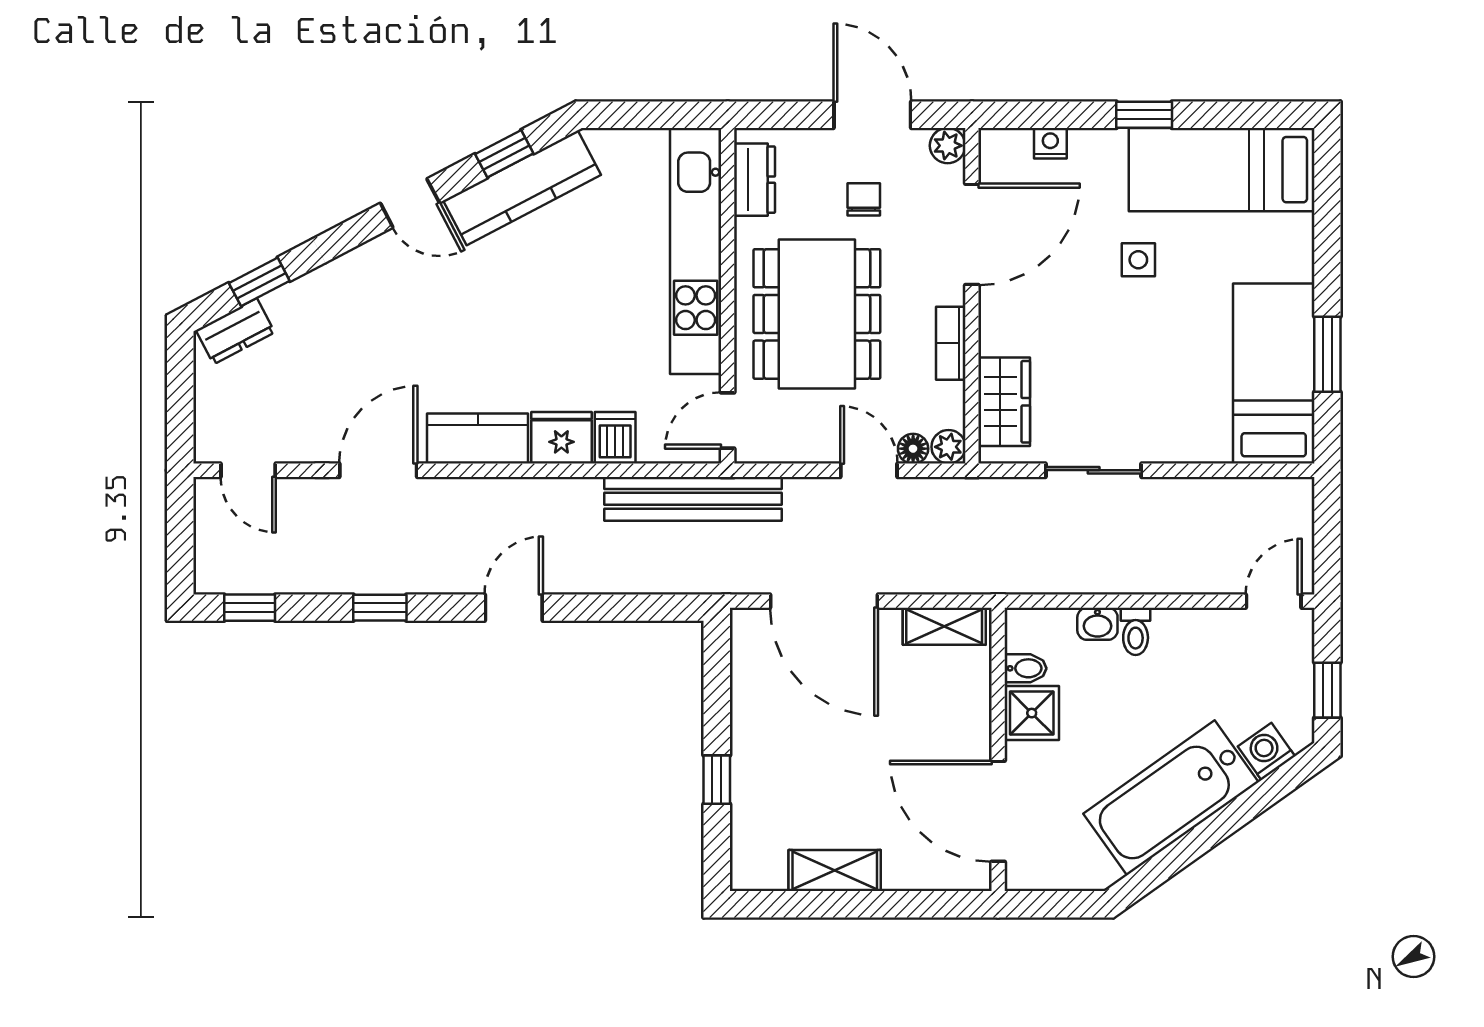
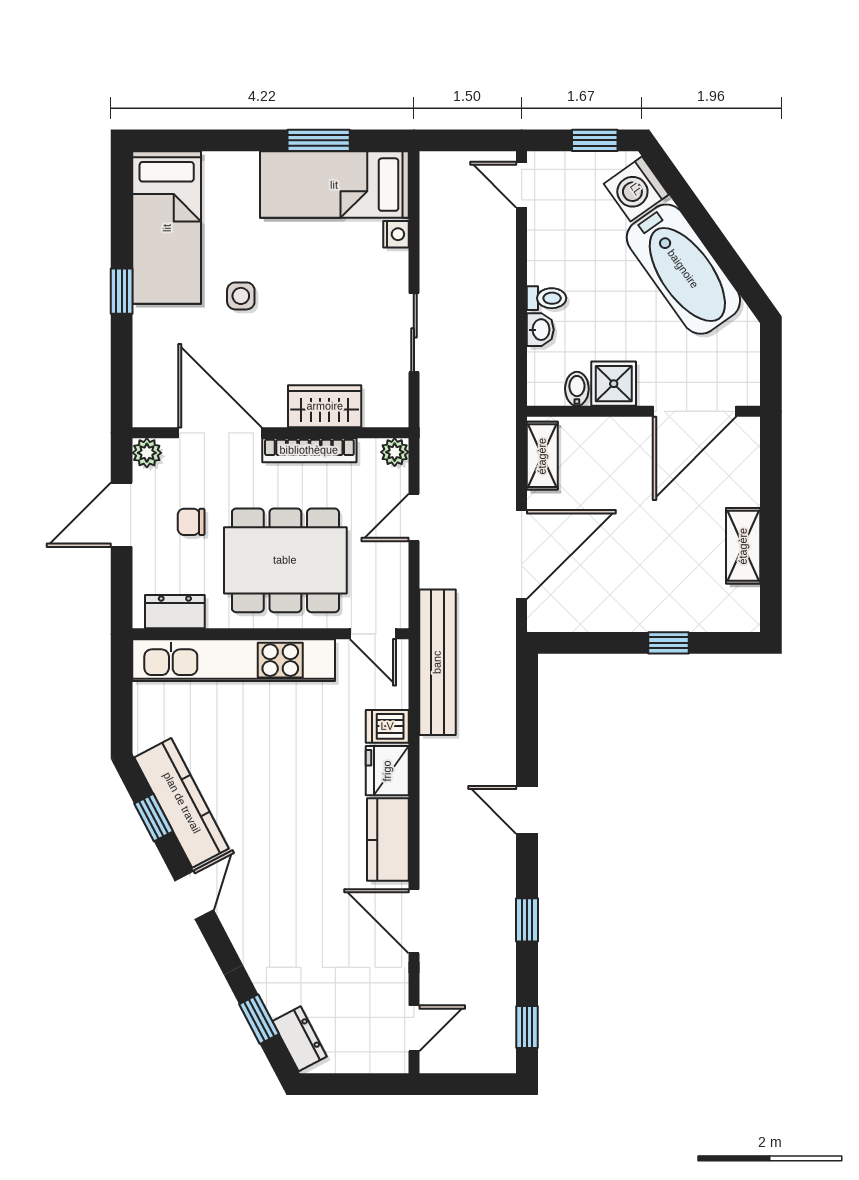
nightstand: (1050, 143) -> (396, 234), moved, turned 180
bookcase: (951, 343) -> (309, 450), width x1.56
wardrobe: (1004, 402) -> (325, 406), moved
floor lamp: (913, 449) -> (396, 481), removed
washing machine: (1266, 751) -> (636, 189), width x1.38, depth x1.38

